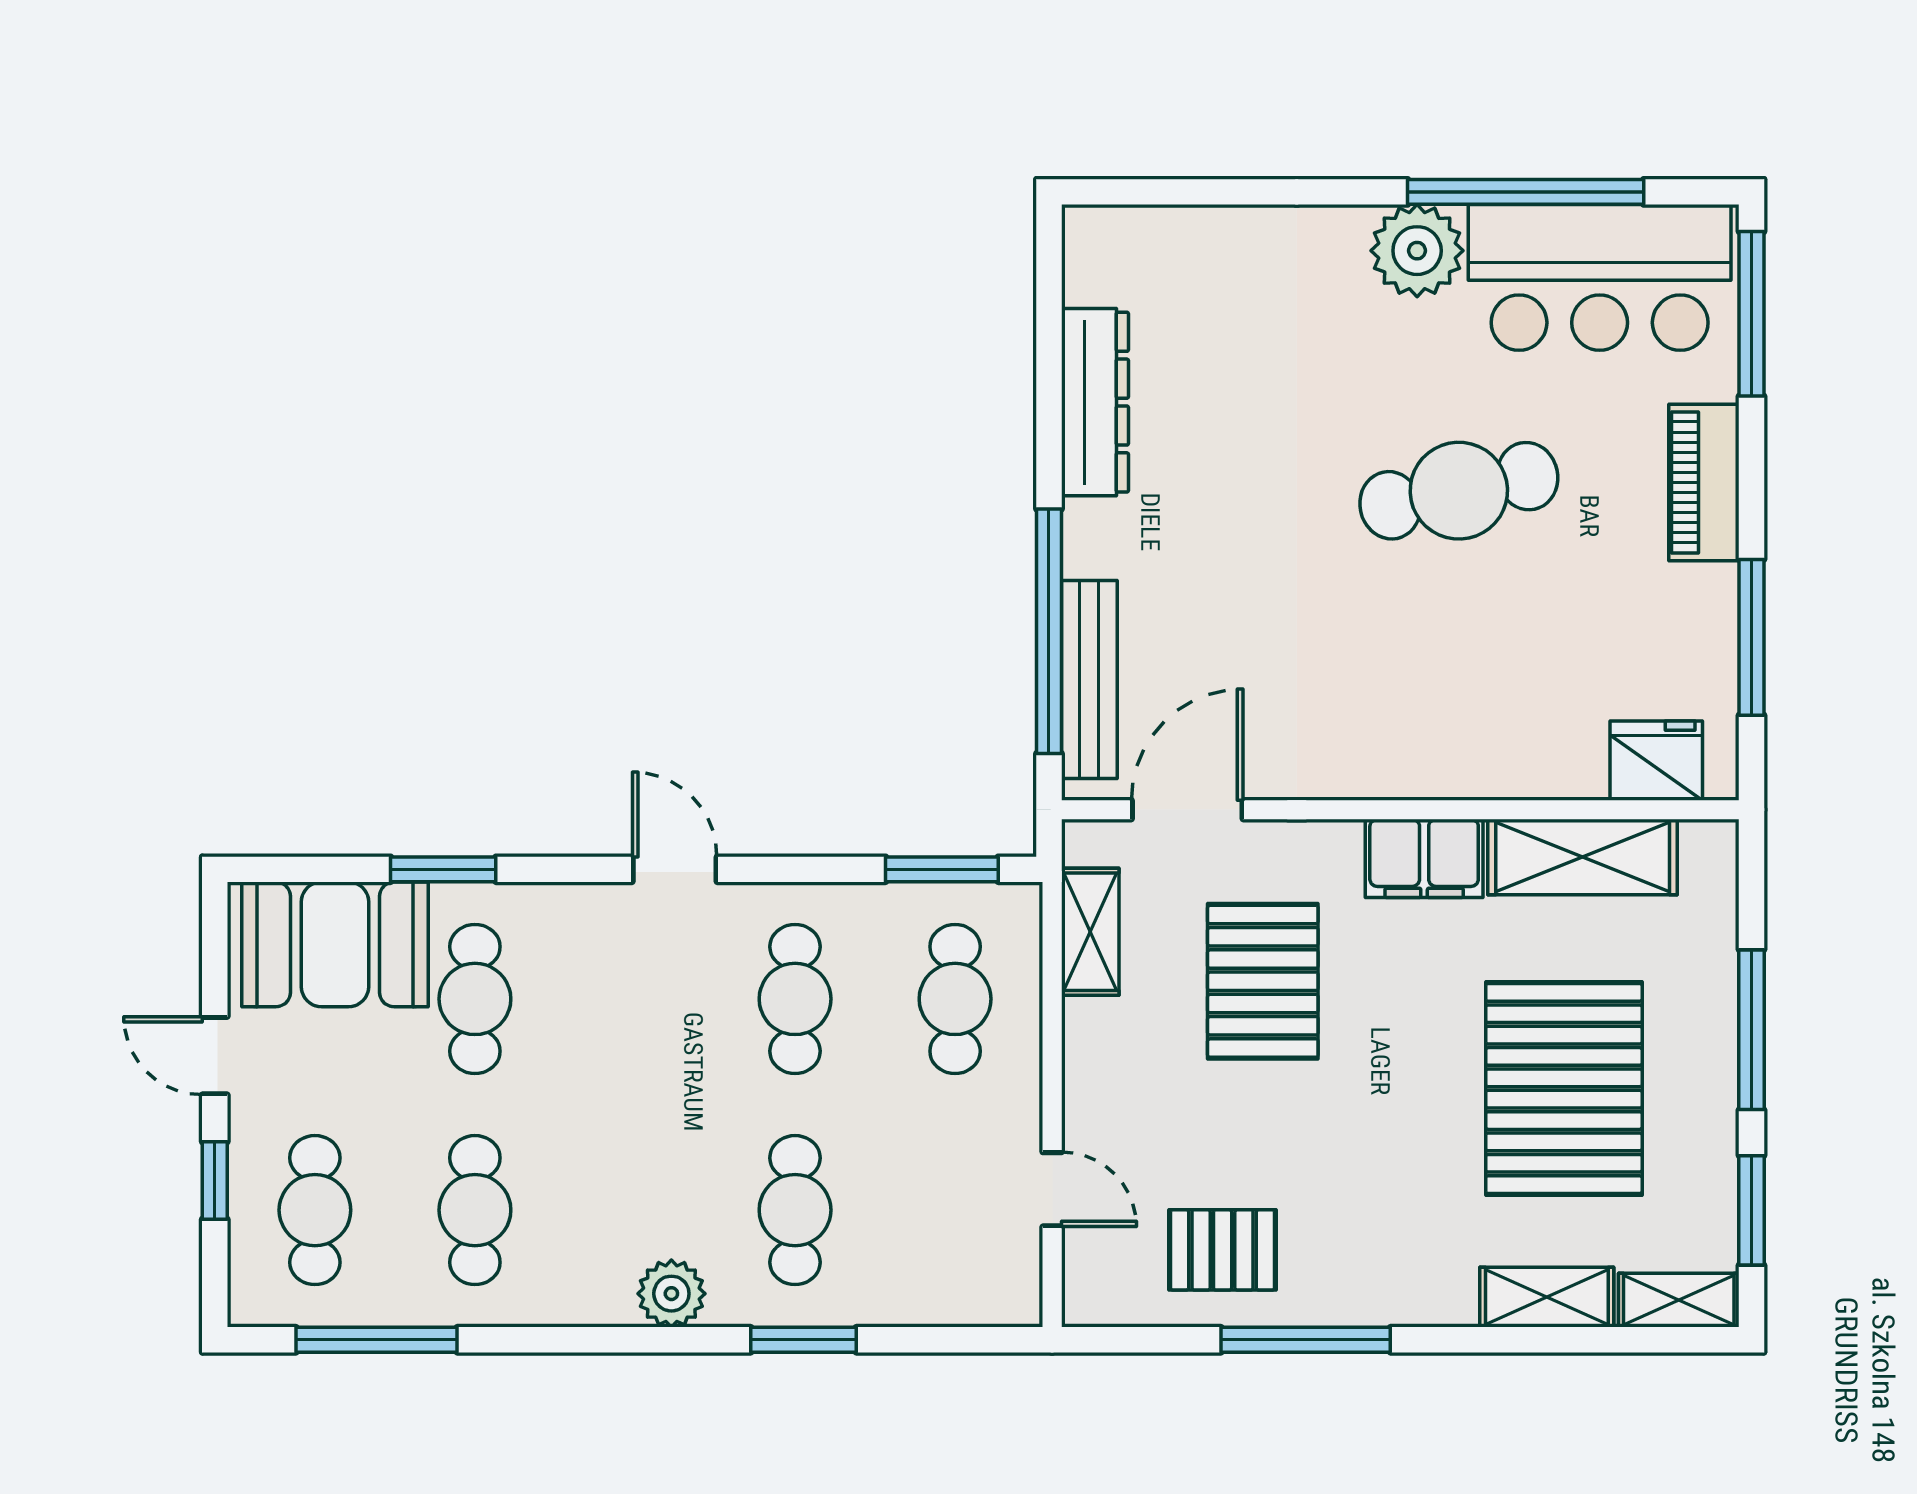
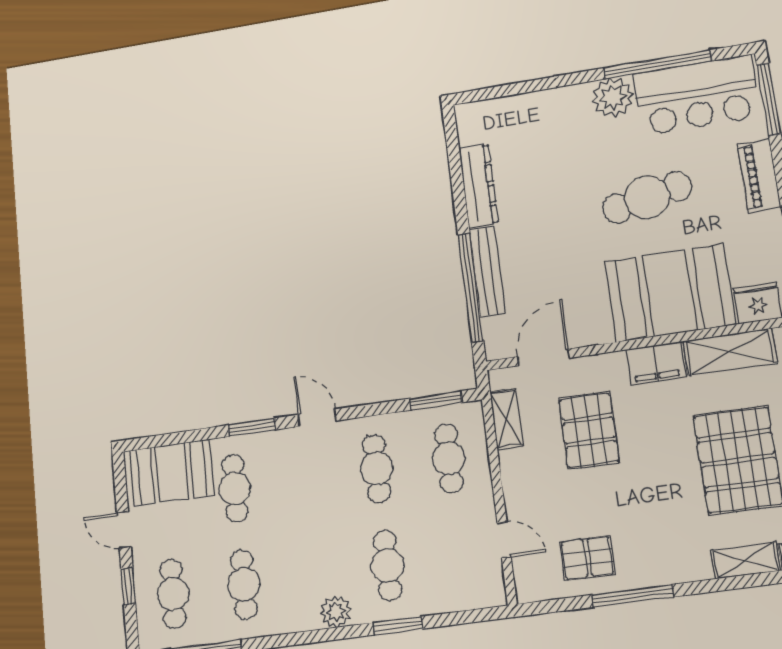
bench: (1089, 679) -> (487, 271), moved
booth: (1476, 710) -> (670, 293), added
window: (443, 869) -> (252, 427), moved

